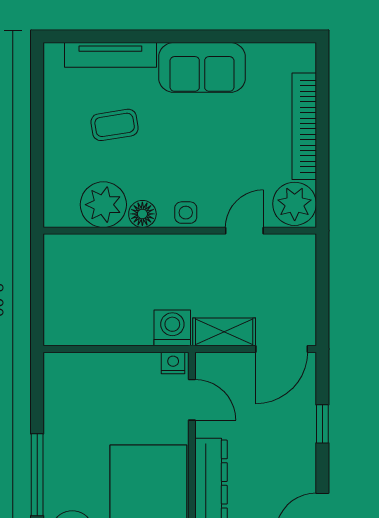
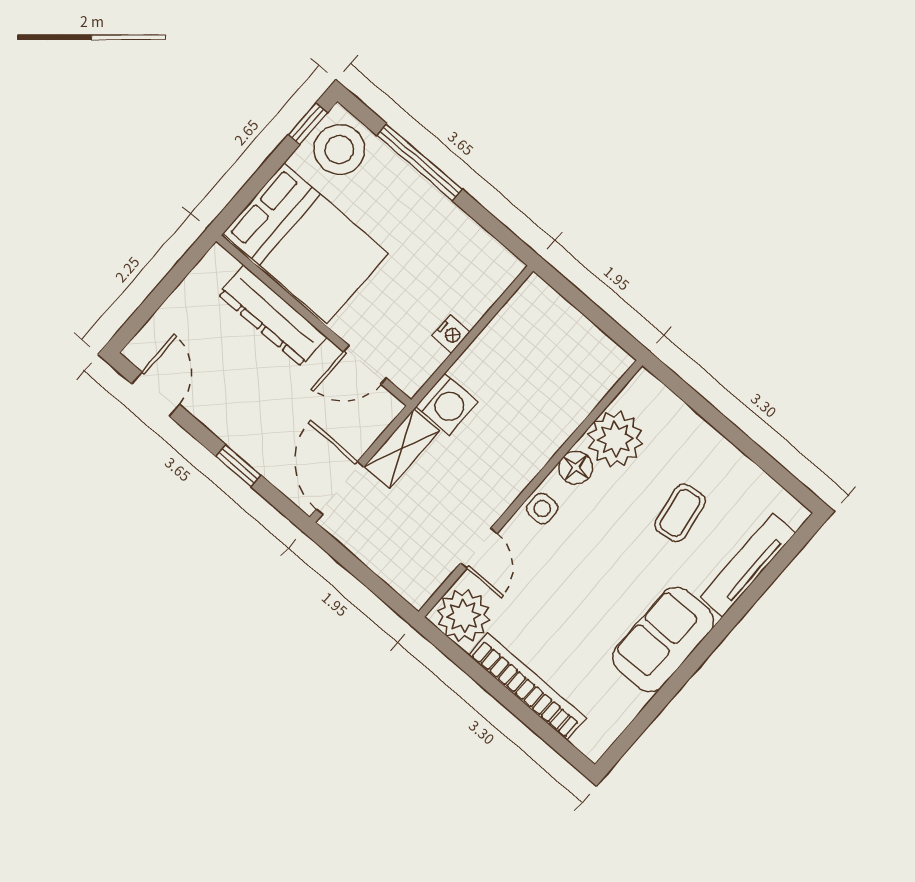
nightstand: (173, 363) -> (451, 334), moved

